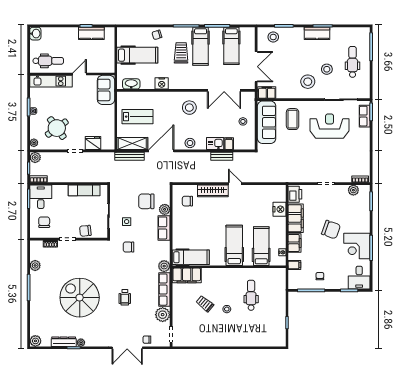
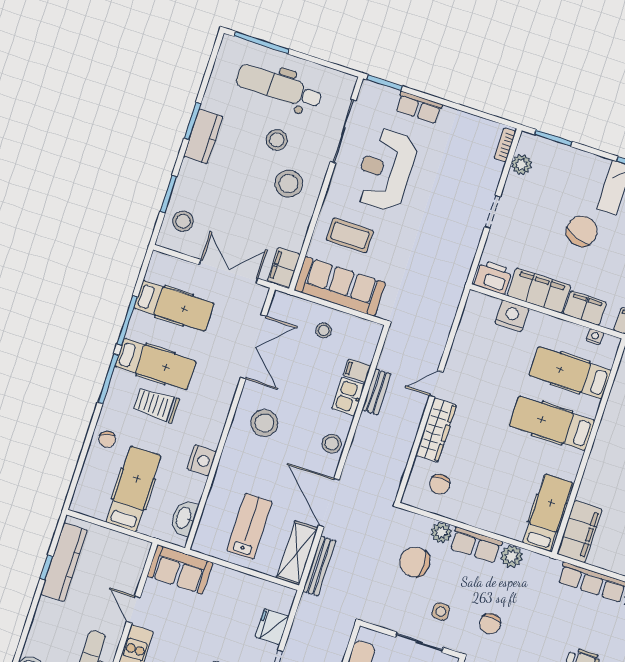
kitchen counter: (91, 33) -> (64, 562), width x1.50
dental chair: (353, 62) -> (279, 87), width x1.36, depth x1.38
row of seats: (365, 116) -> (419, 108), moved
chair: (146, 201) -> (415, 562), turned 90
plant: (164, 266) -> (512, 556), moved

